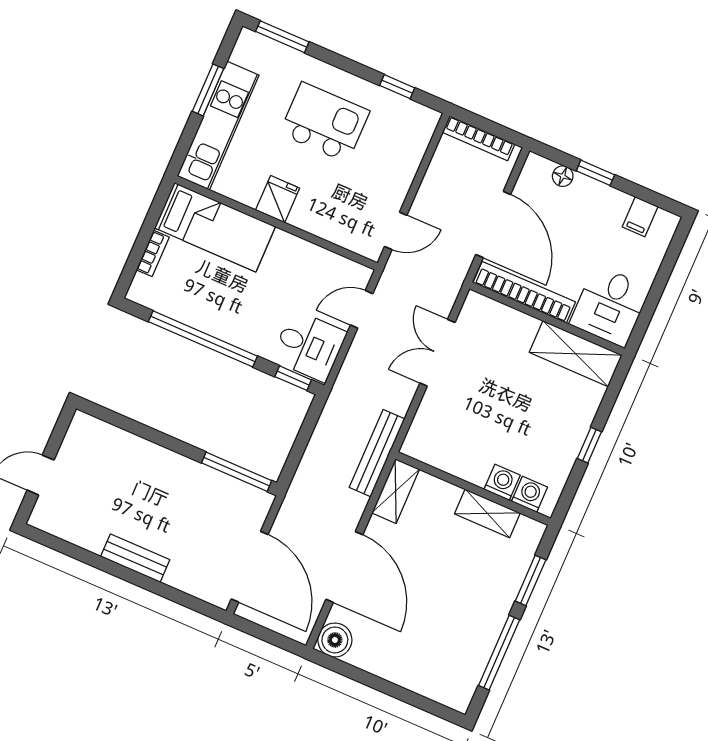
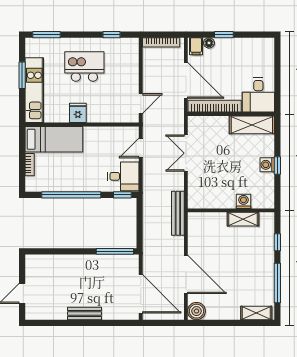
filing cabinet: (640, 217) -> (196, 46), moved
shelving: (396, 491) -> (256, 313), moved, turned 90
washing machine: (530, 494) -> (267, 165), moved, turned -90
window: (531, 580) -> (277, 242), width x0.67

